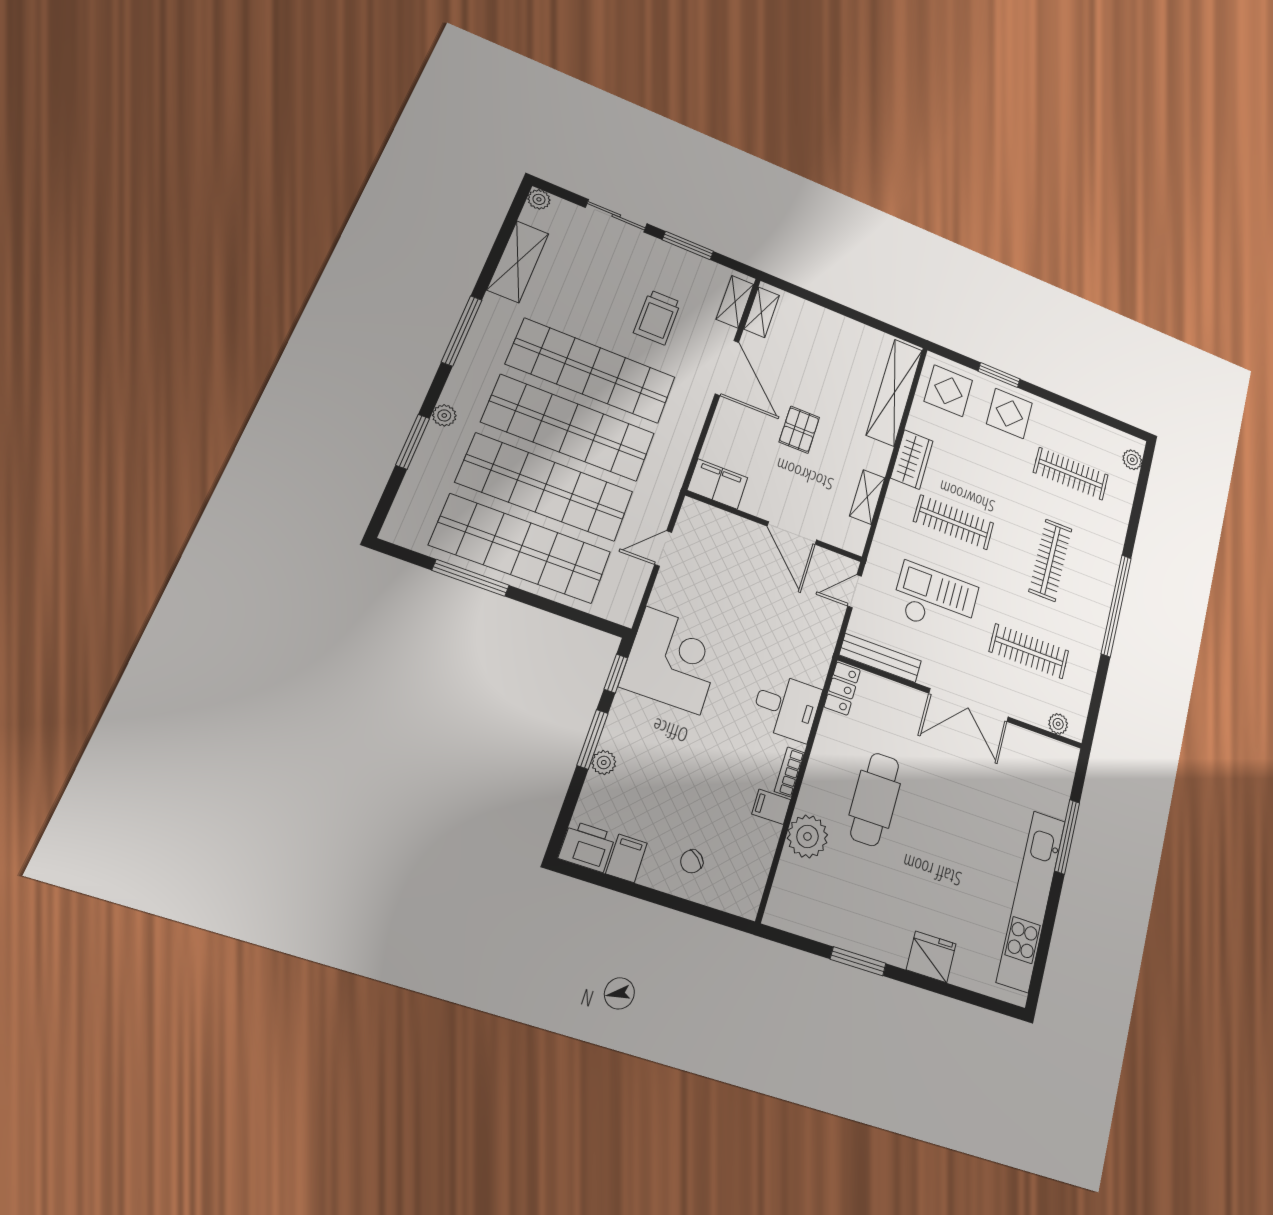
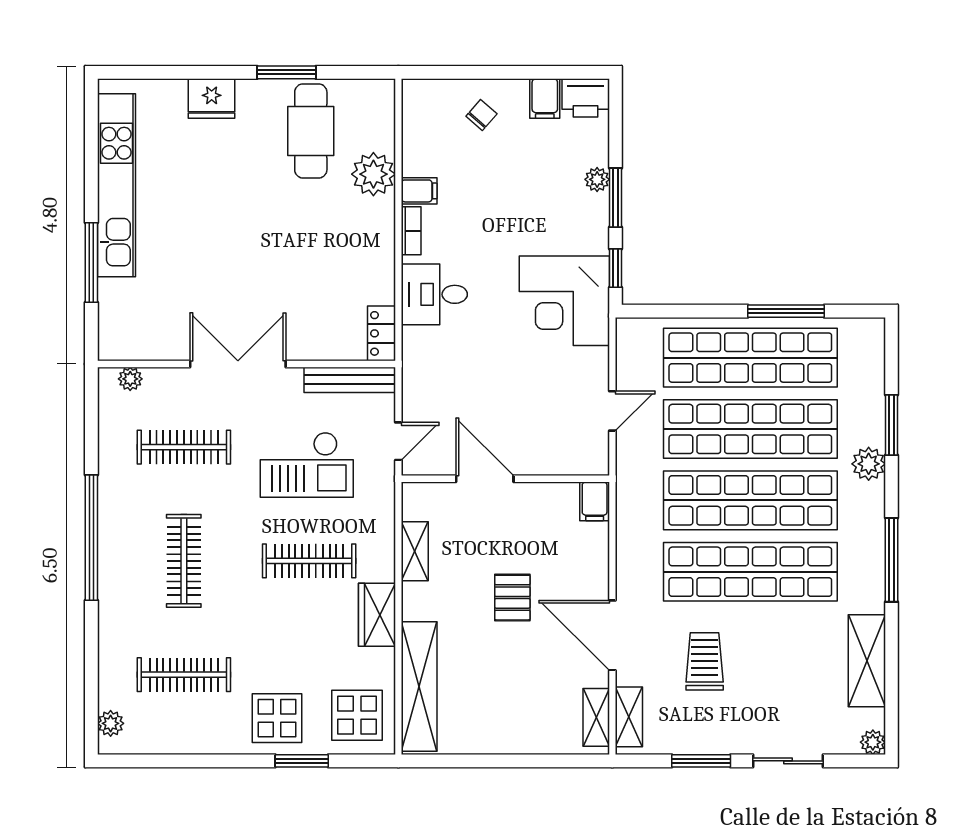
plant: (444, 415) -> (869, 464), width x1.38, depth x1.38
filing cabinet: (717, 484) -> (595, 501), width x0.50
cafe table: (875, 799) -> (311, 131), moved

